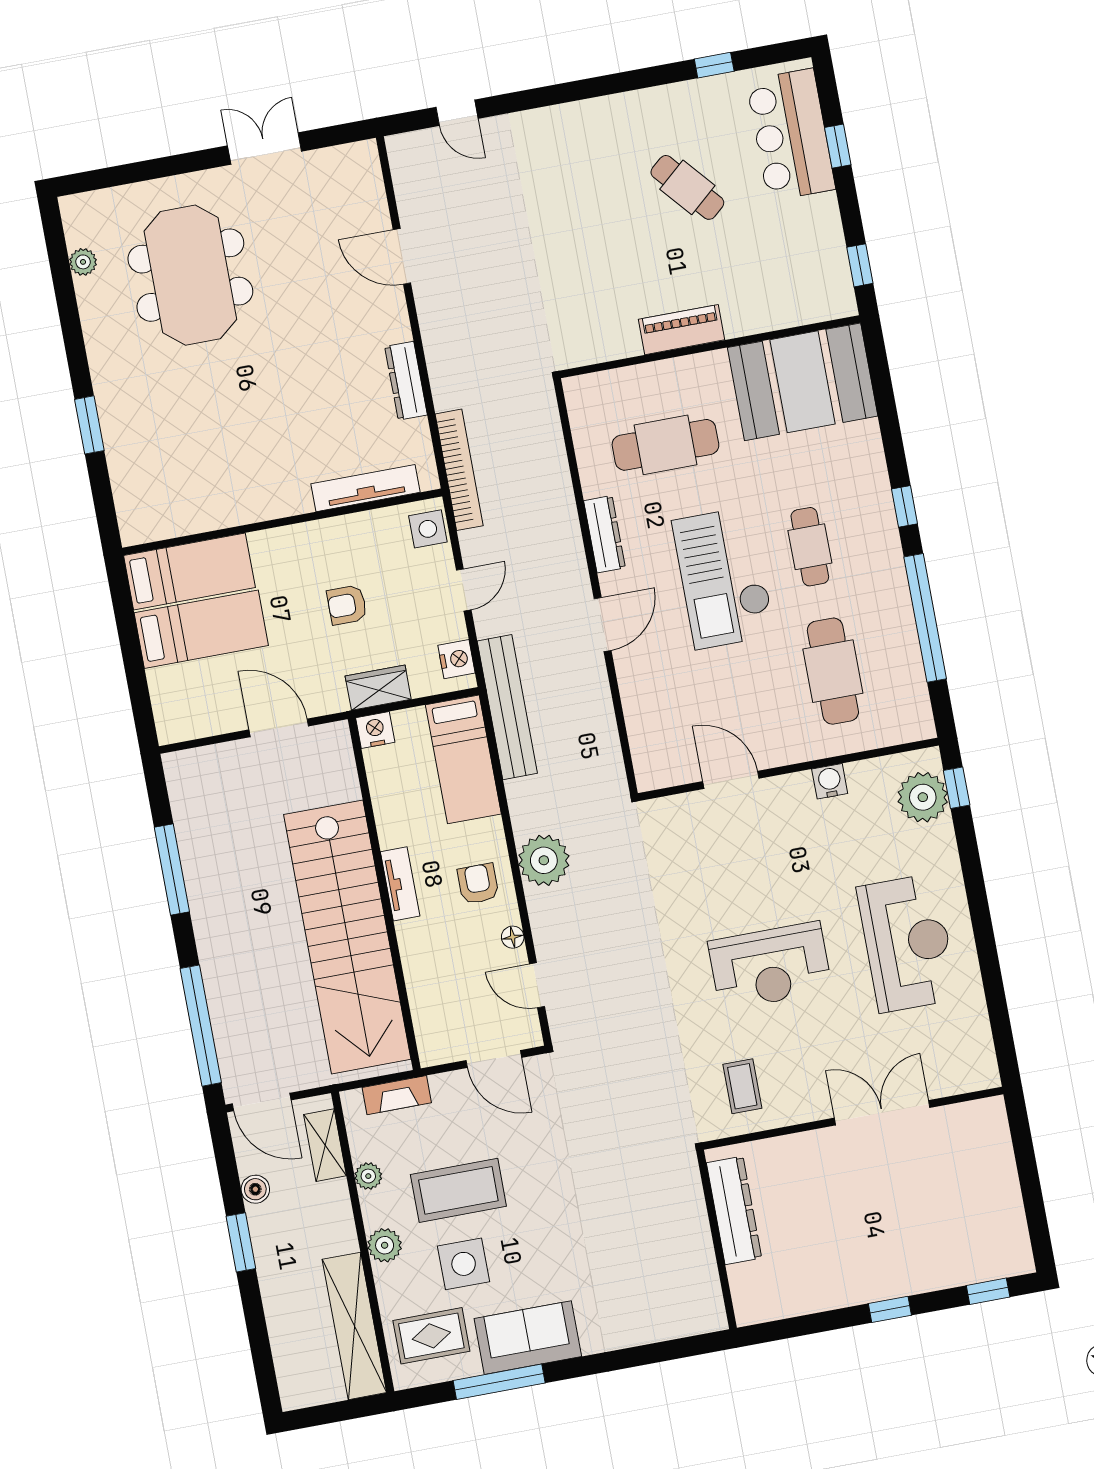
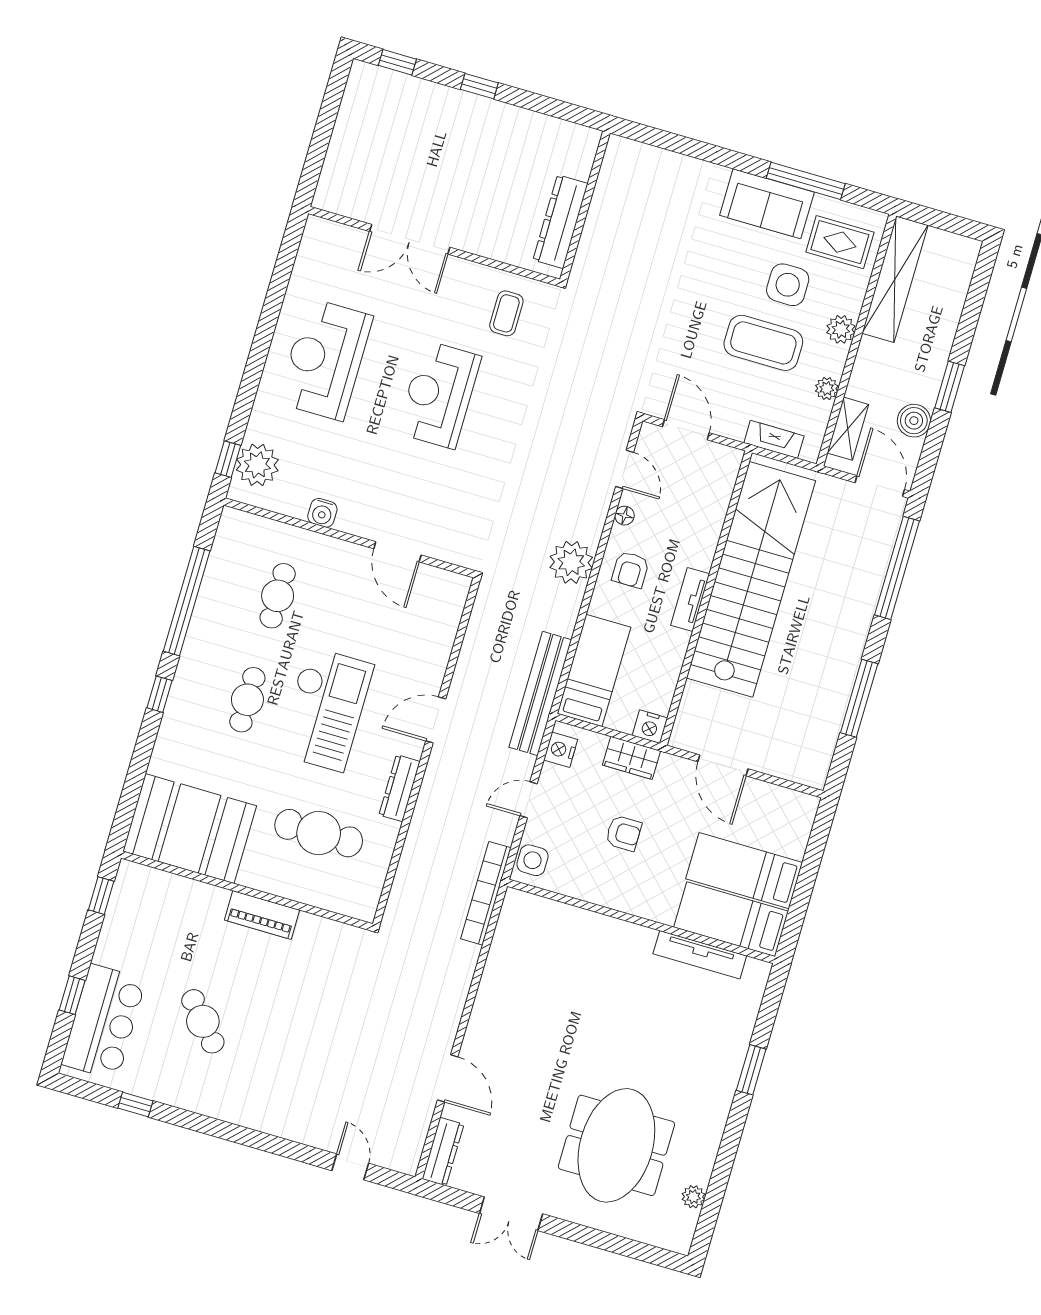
dresser: (406, 381) -> (443, 1152), moved
tv unit: (365, 488) -> (700, 955), moved
cafe table: (833, 671) -> (278, 596), width x0.73, depth x0.74
reception desk: (770, 966) -> (439, 395), turned -90
boiler: (255, 1189) -> (914, 421), width x1.36, depth x1.36

